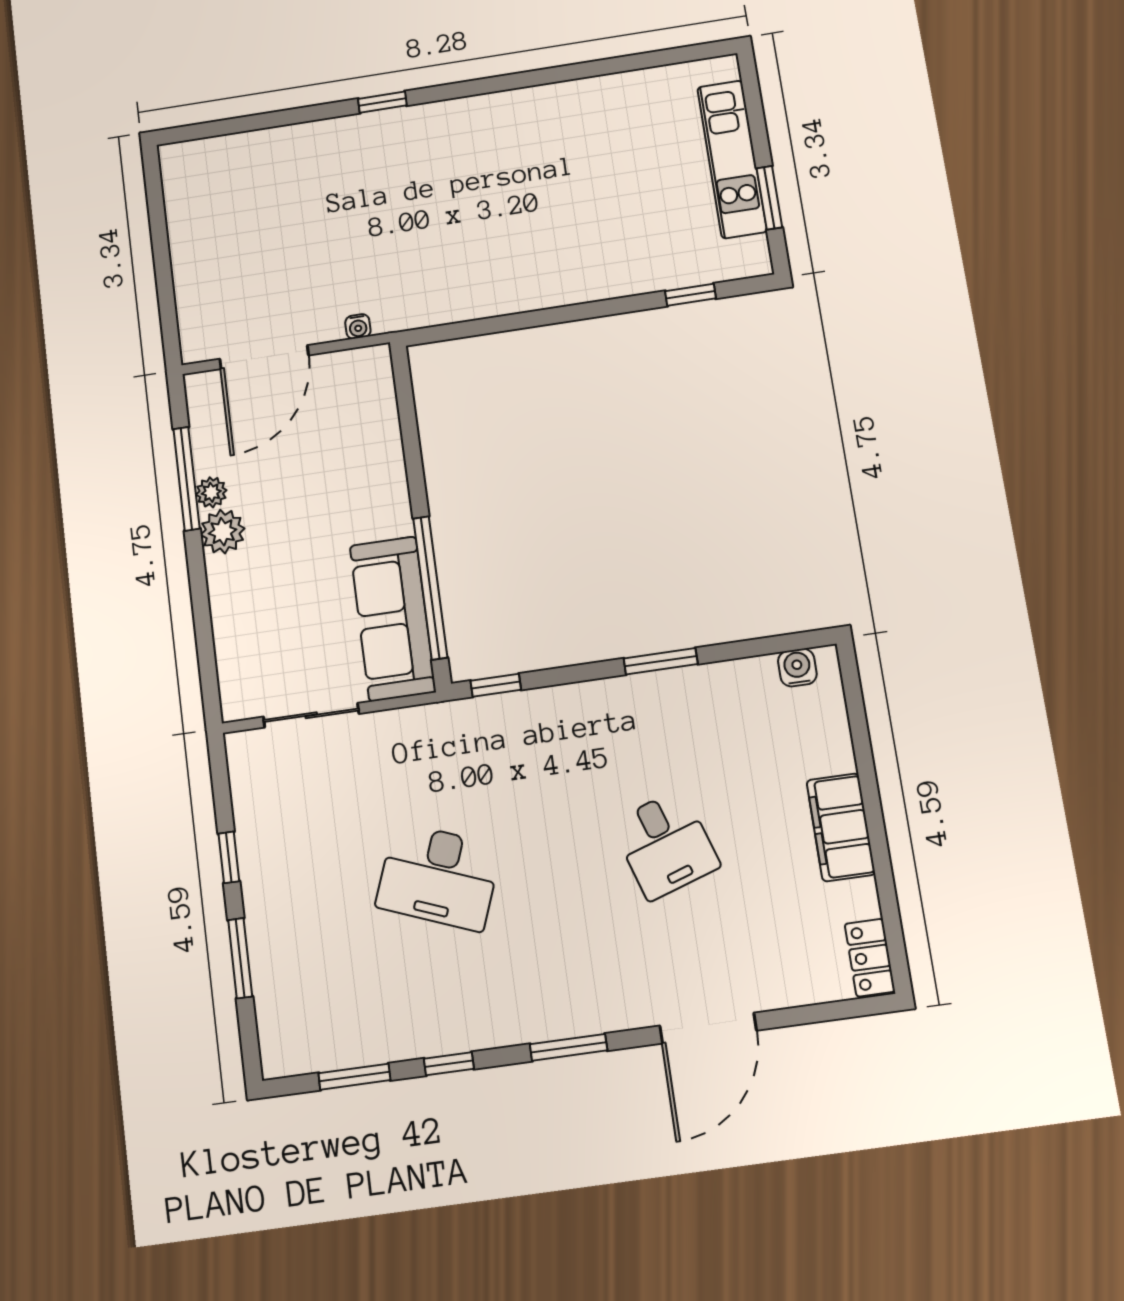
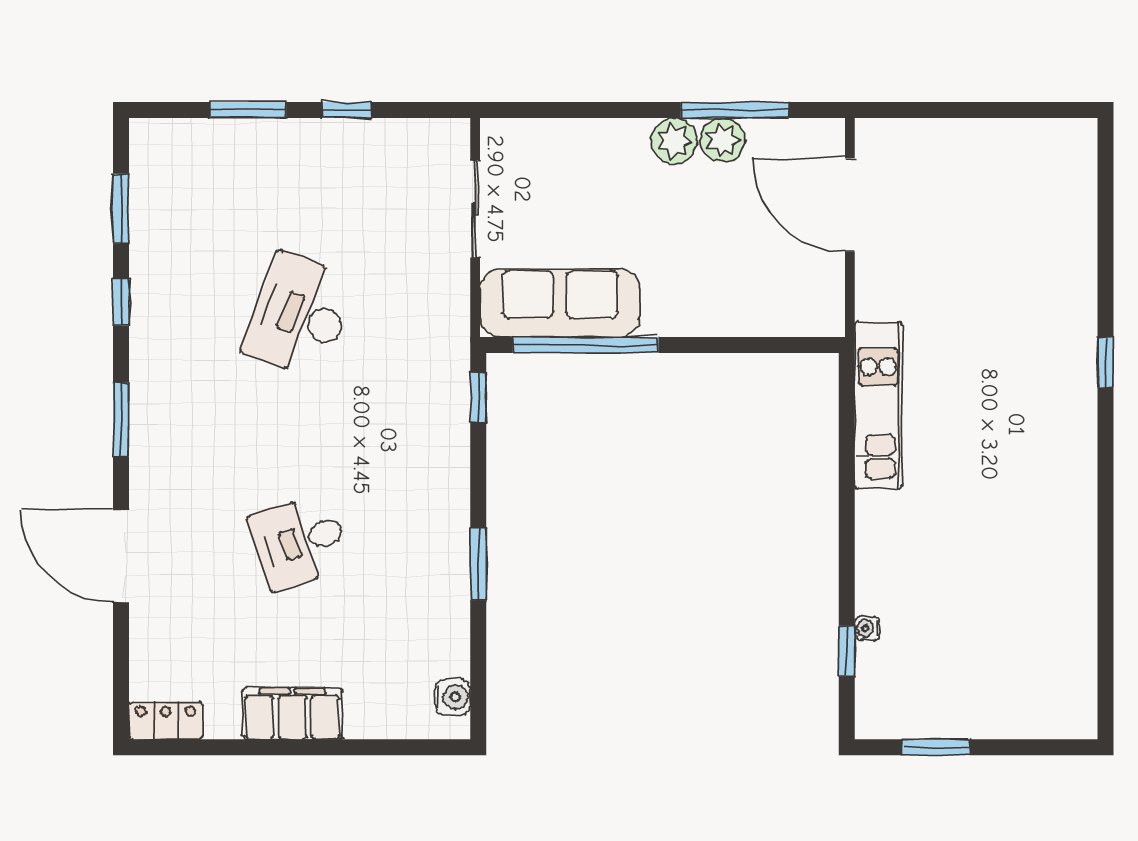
kitchen unit: (732, 159) -> (878, 405), moved, turned 90
water cooler: (358, 326) -> (867, 628), moved
plant: (211, 492) -> (723, 140), width x1.38, depth x1.38

